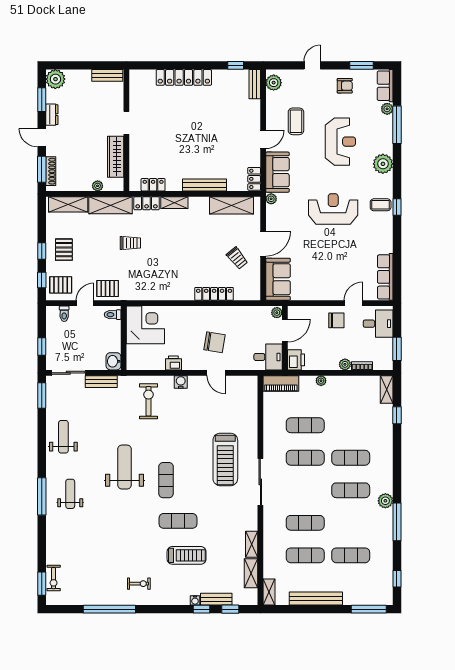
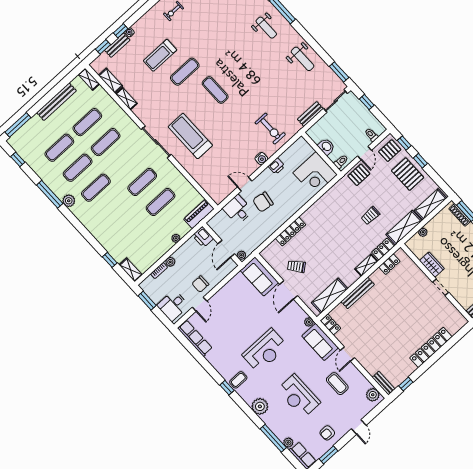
wardrobe: (116, 157) -> (432, 265), width x0.67
pallet: (64, 250) -> (408, 174), width x1.50, depth x1.42
desk: (268, 357) -> (238, 210), moved, turned 90
washbasin: (114, 361) -> (326, 147), moved
exercise mat: (351, 458) -> (78, 168), moved
weight bench: (124, 467) -> (248, 75), removed

